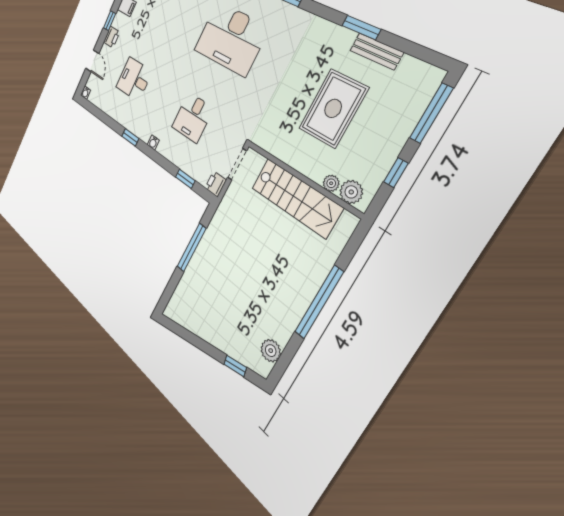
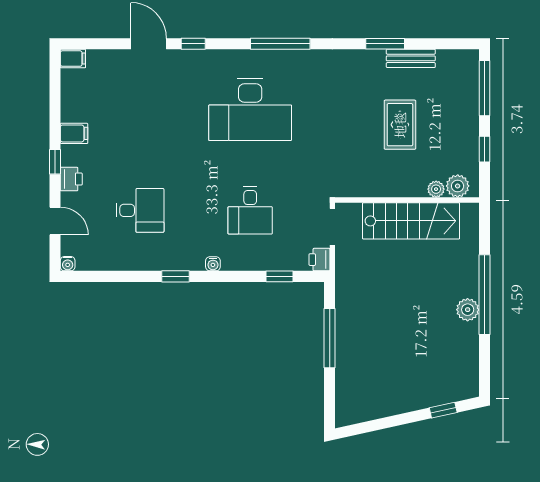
desk: (134, 79) -> (140, 210), turned 180
rug: (333, 108) -> (400, 125), width x0.73, depth x0.70
plant: (271, 351) -> (468, 310), moved

